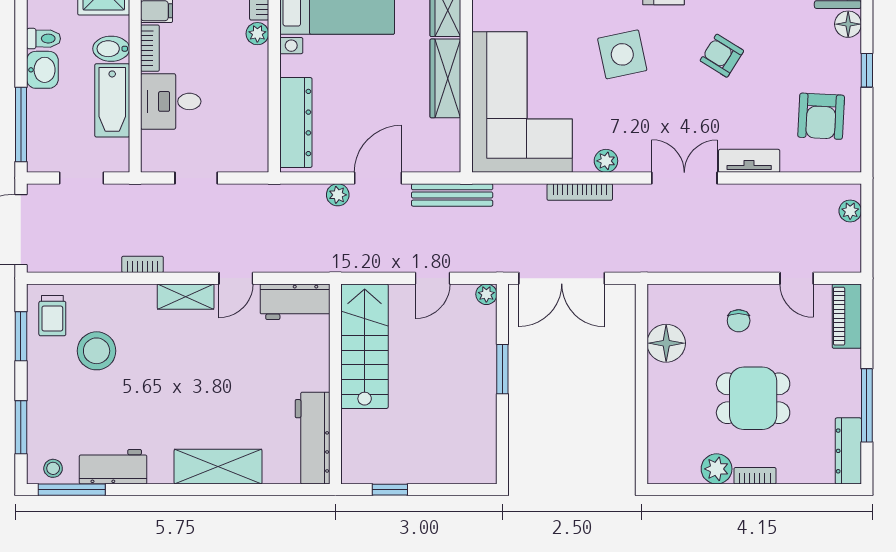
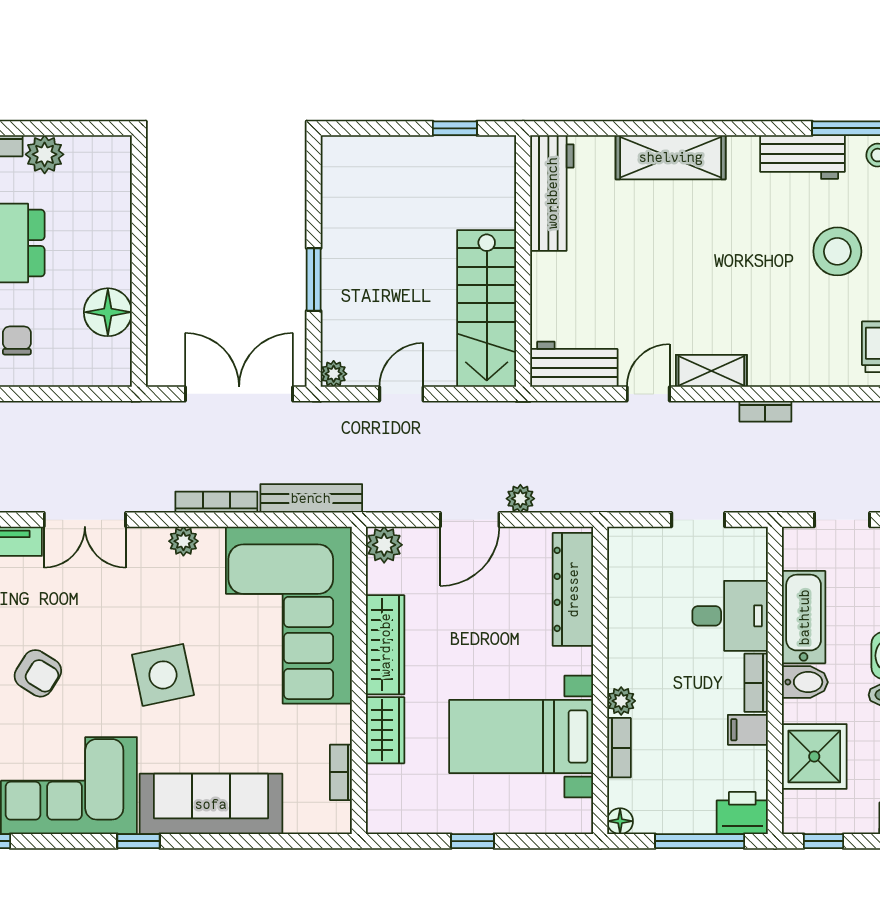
plant: (446, 158) -> (384, 545), added
bench: (452, 195) -> (311, 498), moved
stool: (97, 351) -> (837, 251), moved

